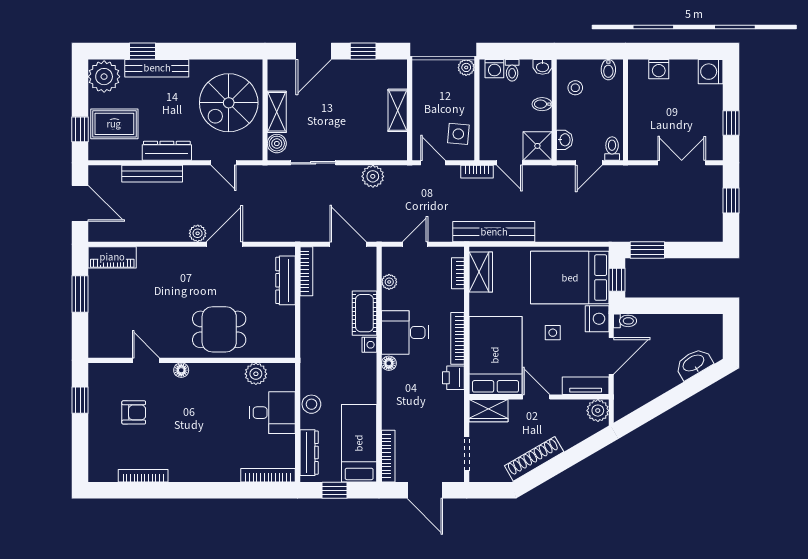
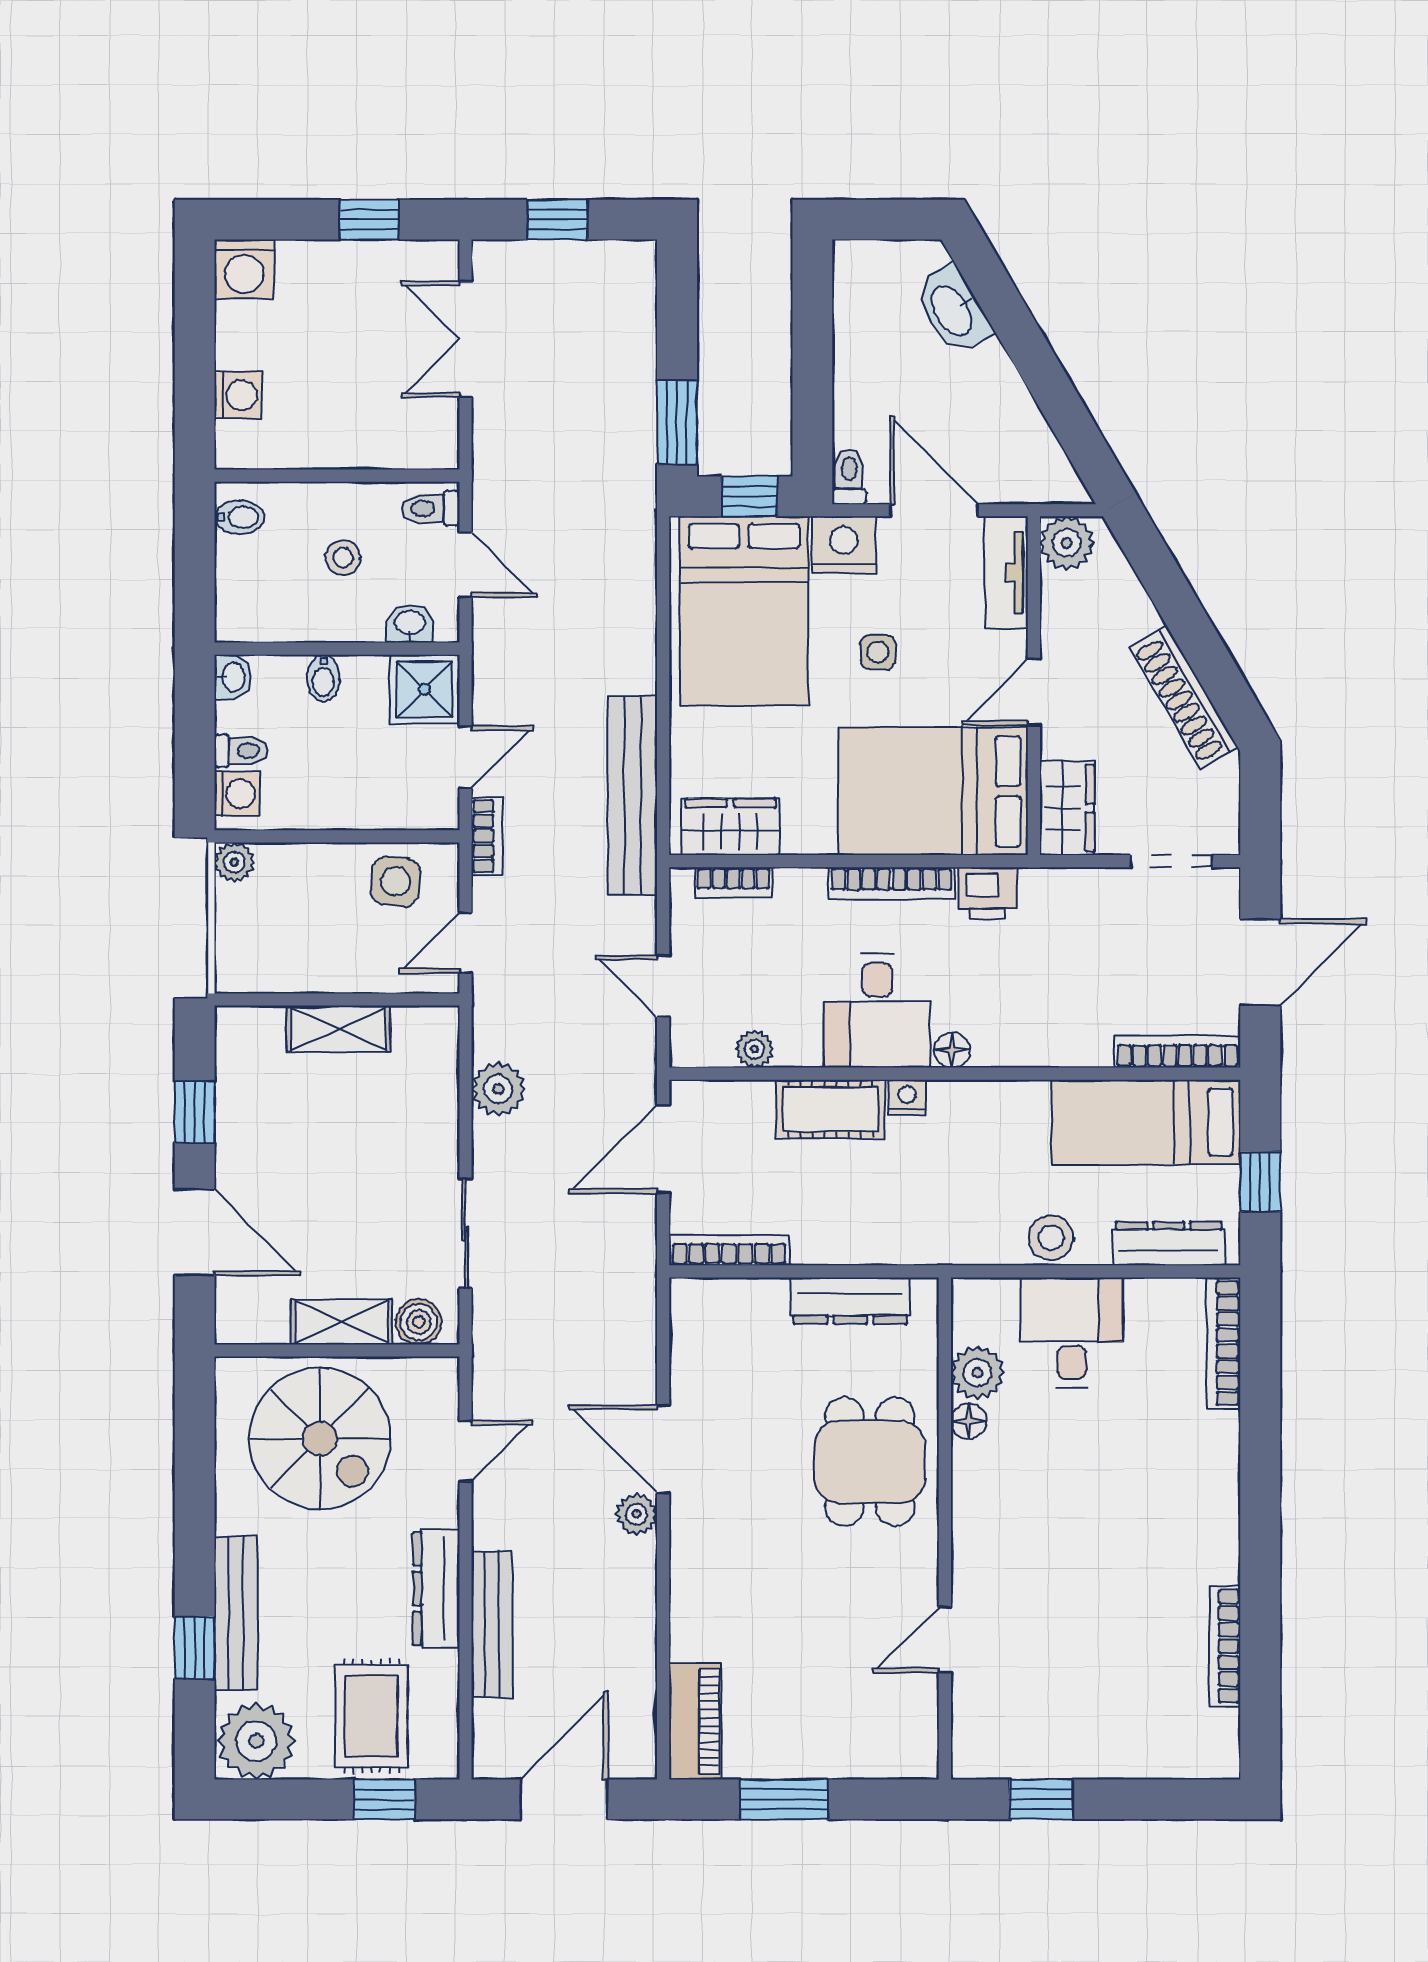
stool: (575, 88) -> (343, 558), moved
dresser: (286, 280) -> (850, 1301), moved
floor lamp: (181, 370) -> (969, 1421), moved
armchair: (134, 412) -> (1071, 1669), removed

